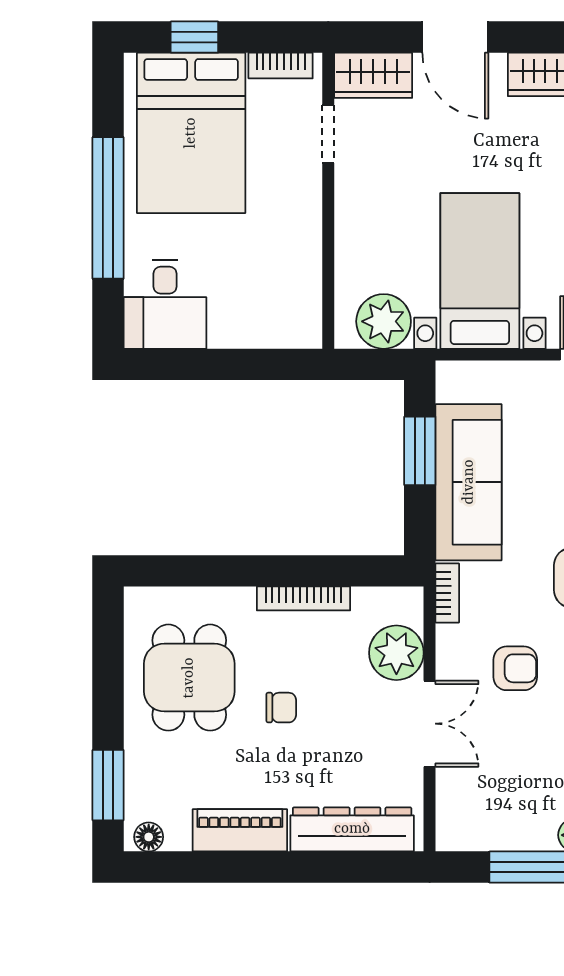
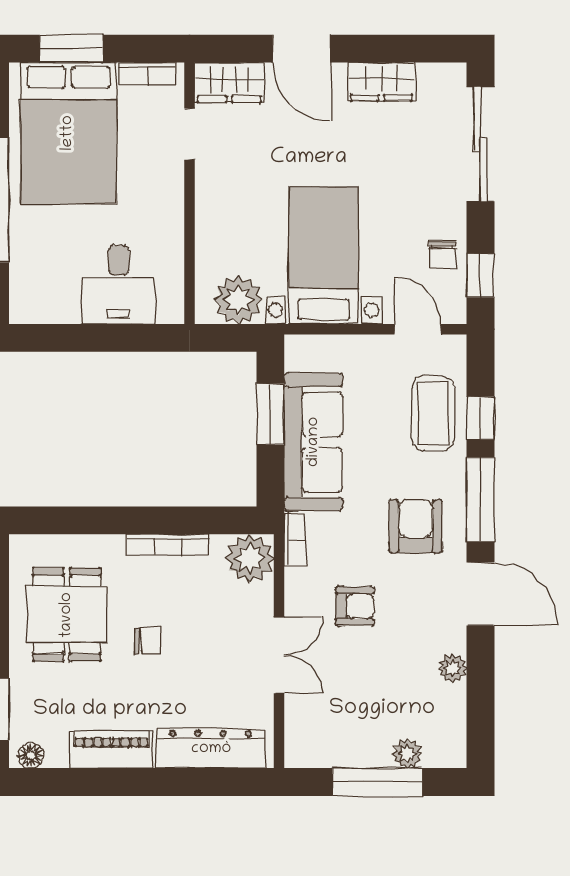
window: (194, 37) -> (71, 49), width x1.50
desk: (165, 304) -> (119, 285), moved
plant: (396, 653) -> (250, 558), moved

